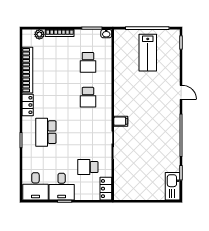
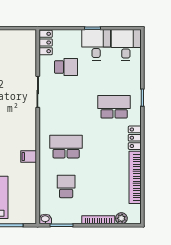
school desk: (88, 97) -> (66, 147), width x1.85
filing cabinet: (121, 121) -> (29, 157), moved
school desk: (46, 132) -> (114, 107), turned -90

